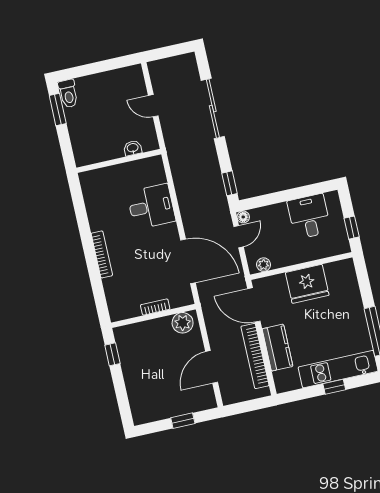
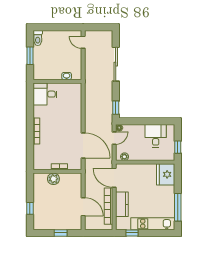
door: (153, 106) -> (83, 42), moved
window: (58, 109) -> (30, 56), moved
desk: (151, 207) -> (45, 94), moved, turned 180
fridge: (307, 284) -> (166, 174), moved, turned 90
plant: (183, 323) -> (53, 179), moved
window: (112, 354) -> (30, 208), moved
door: (212, 367) -> (83, 207), swing flipped
window: (334, 387) -> (132, 233), moved

